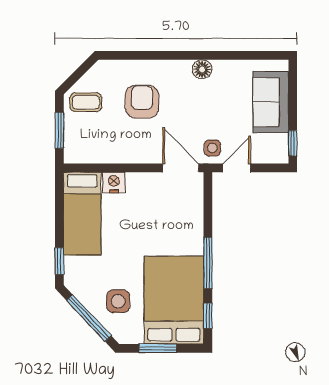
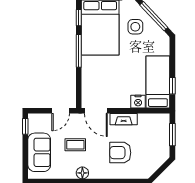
coffee table: (86, 102) -> (75, 145), moved
armchair: (142, 102) -> (120, 153), turned 90
side table: (212, 148) -> (76, 123), removed
fireplace: (137, 155) -> (124, 119), added
window: (59, 261) -> (172, 86), moved

